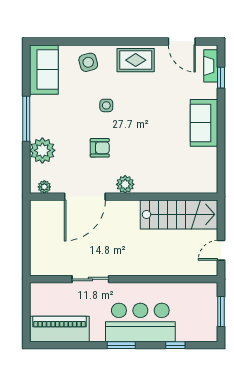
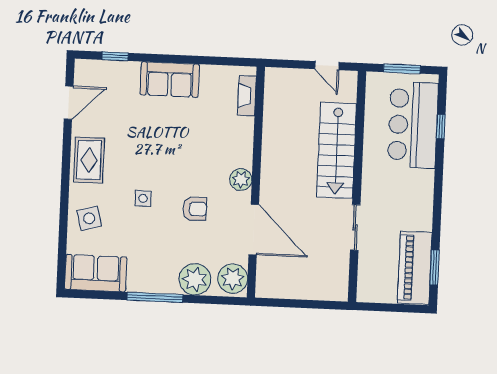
fireplace: (211, 66) -> (247, 96), moved, turned 90
armchair: (100, 148) -> (195, 209), turned 90
plant: (44, 187) -> (233, 279), width x1.87, depth x1.87
stairs: (179, 214) -> (337, 150), moved, turned 180
bar counter: (140, 322) -> (413, 125), moved
window: (121, 345) -> (435, 268), moved

